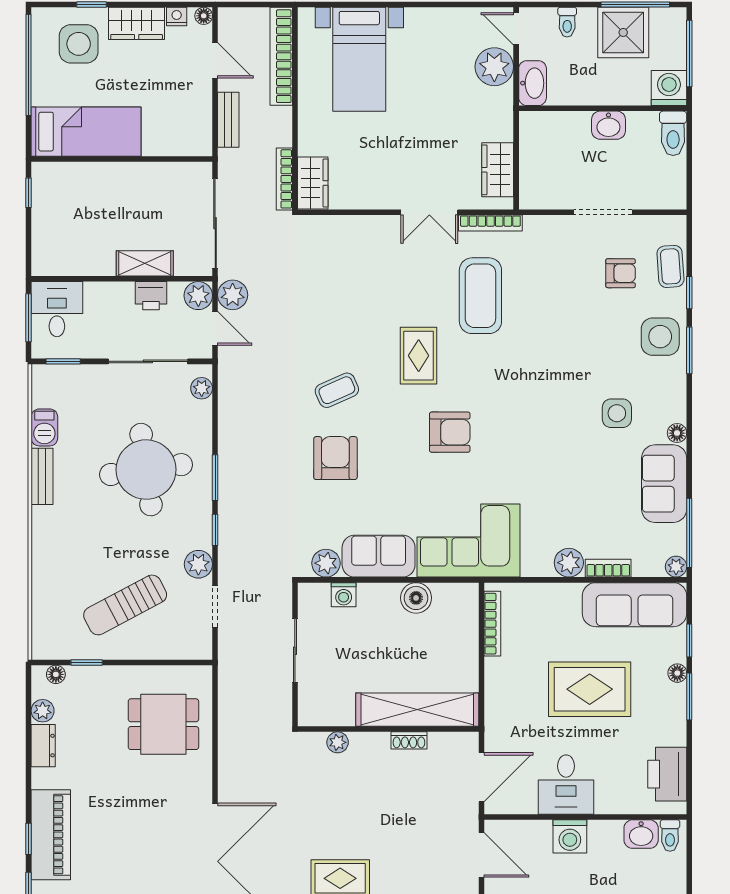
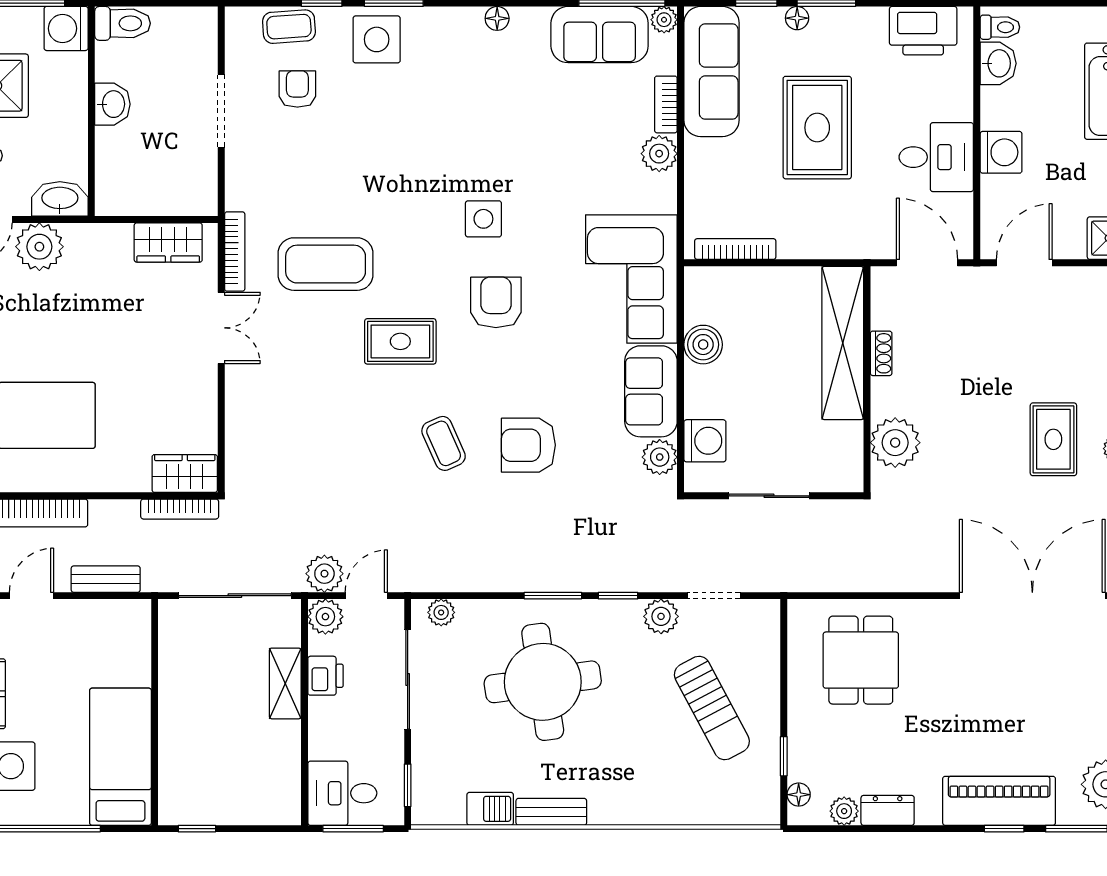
side table: (617, 413) -> (483, 219), moved
sofa: (664, 484) -> (600, 35), moved
washing machine: (344, 595) -> (705, 441), width x1.38, depth x1.38
plant: (338, 742) -> (895, 443), width x1.87, depth x1.87

